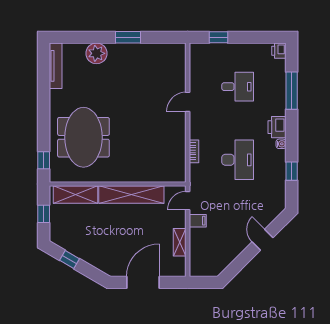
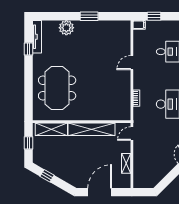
window: (44, 160) -> (28, 49), moved
filing cabinet: (198, 221) -> (139, 25), moved

